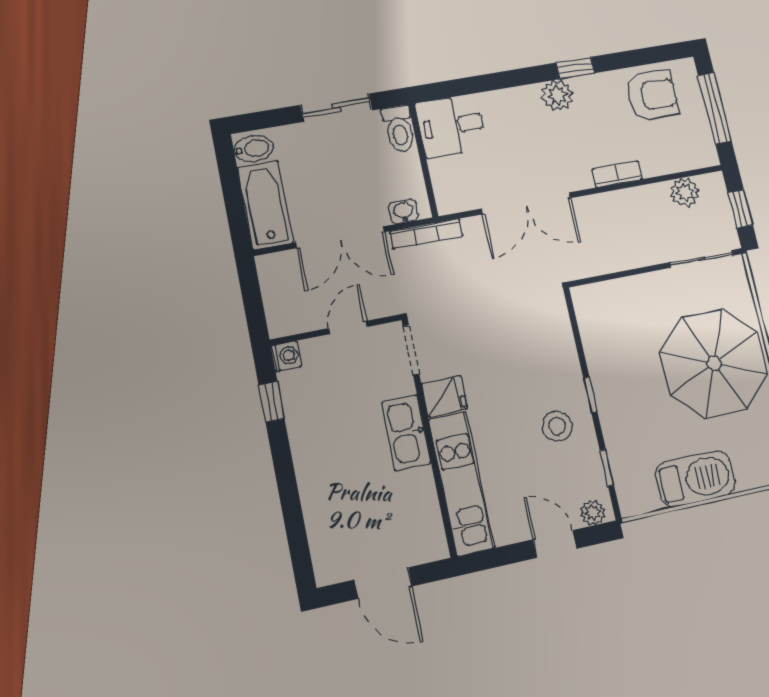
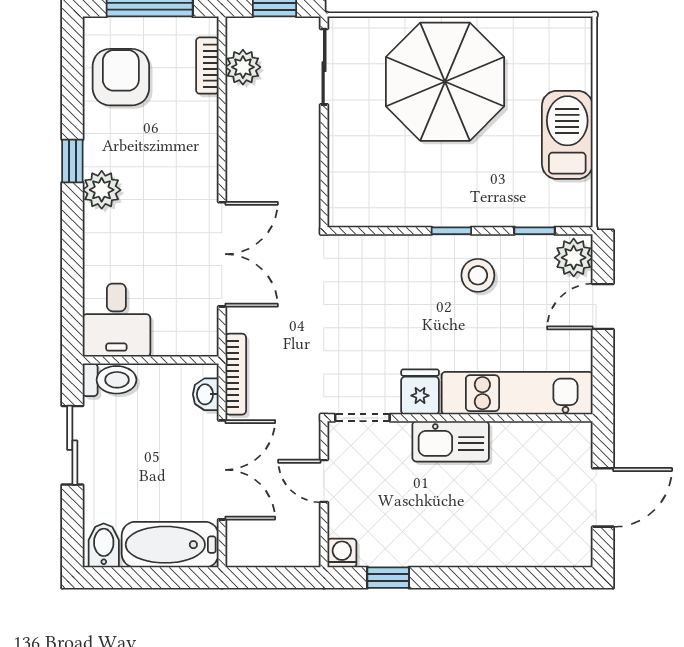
bookcase: (617, 174) -> (207, 66), moved
plant: (593, 513) -> (574, 258), width x1.38, depth x1.38

